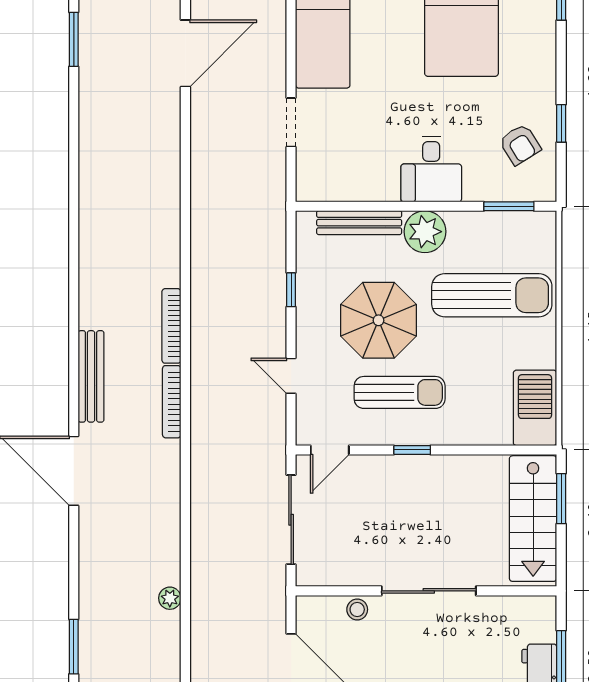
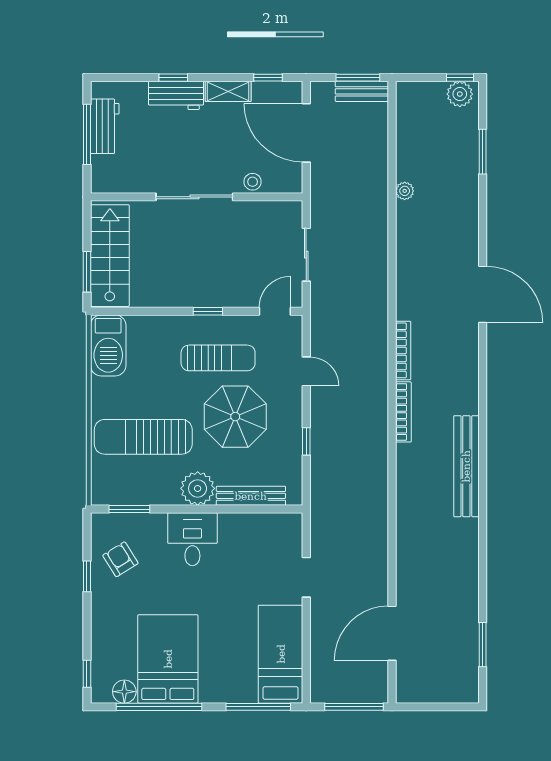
bench: (91, 376) -> (466, 466), moved, width x1.37, depth x1.21
sun lounger: (400, 392) -> (218, 358), turned 180
sliding door: (291, 520) -> (306, 255), width x0.73

